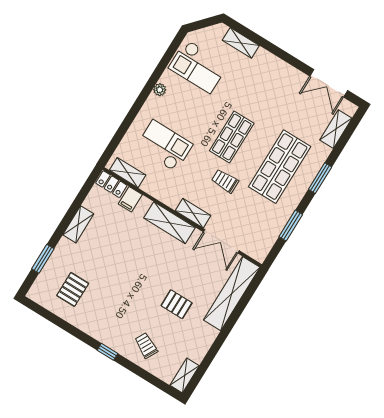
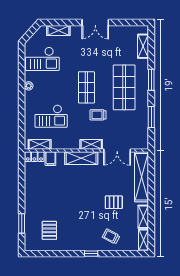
double door: (329, 83) -> (95, 23), moved
checkout: (164, 146) -> (51, 116), turned 180
shelving: (78, 224) -> (143, 217), moved

